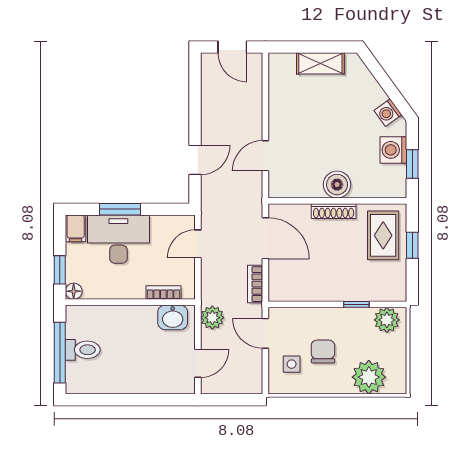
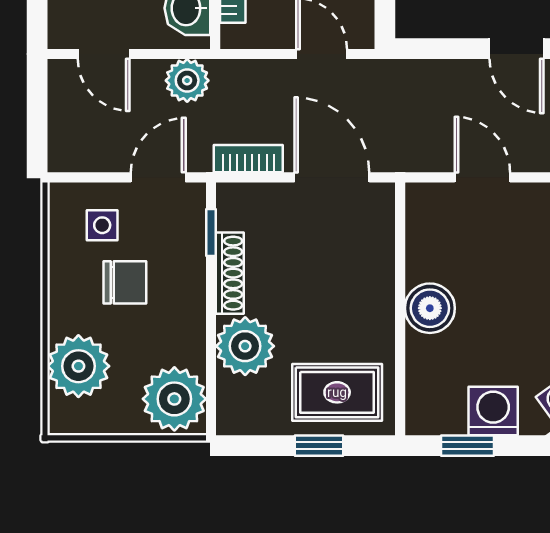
door: (195, 160) -> (517, 49), moved
shoe rack: (334, 211) -> (230, 273), moved, turned 180
door: (265, 238) -> (332, 177), swing flipped
plant: (358, 286) -> (245, 346), added
window: (356, 304) -> (211, 232), moved
plant: (387, 320) -> (174, 399), width x1.36, depth x1.36

